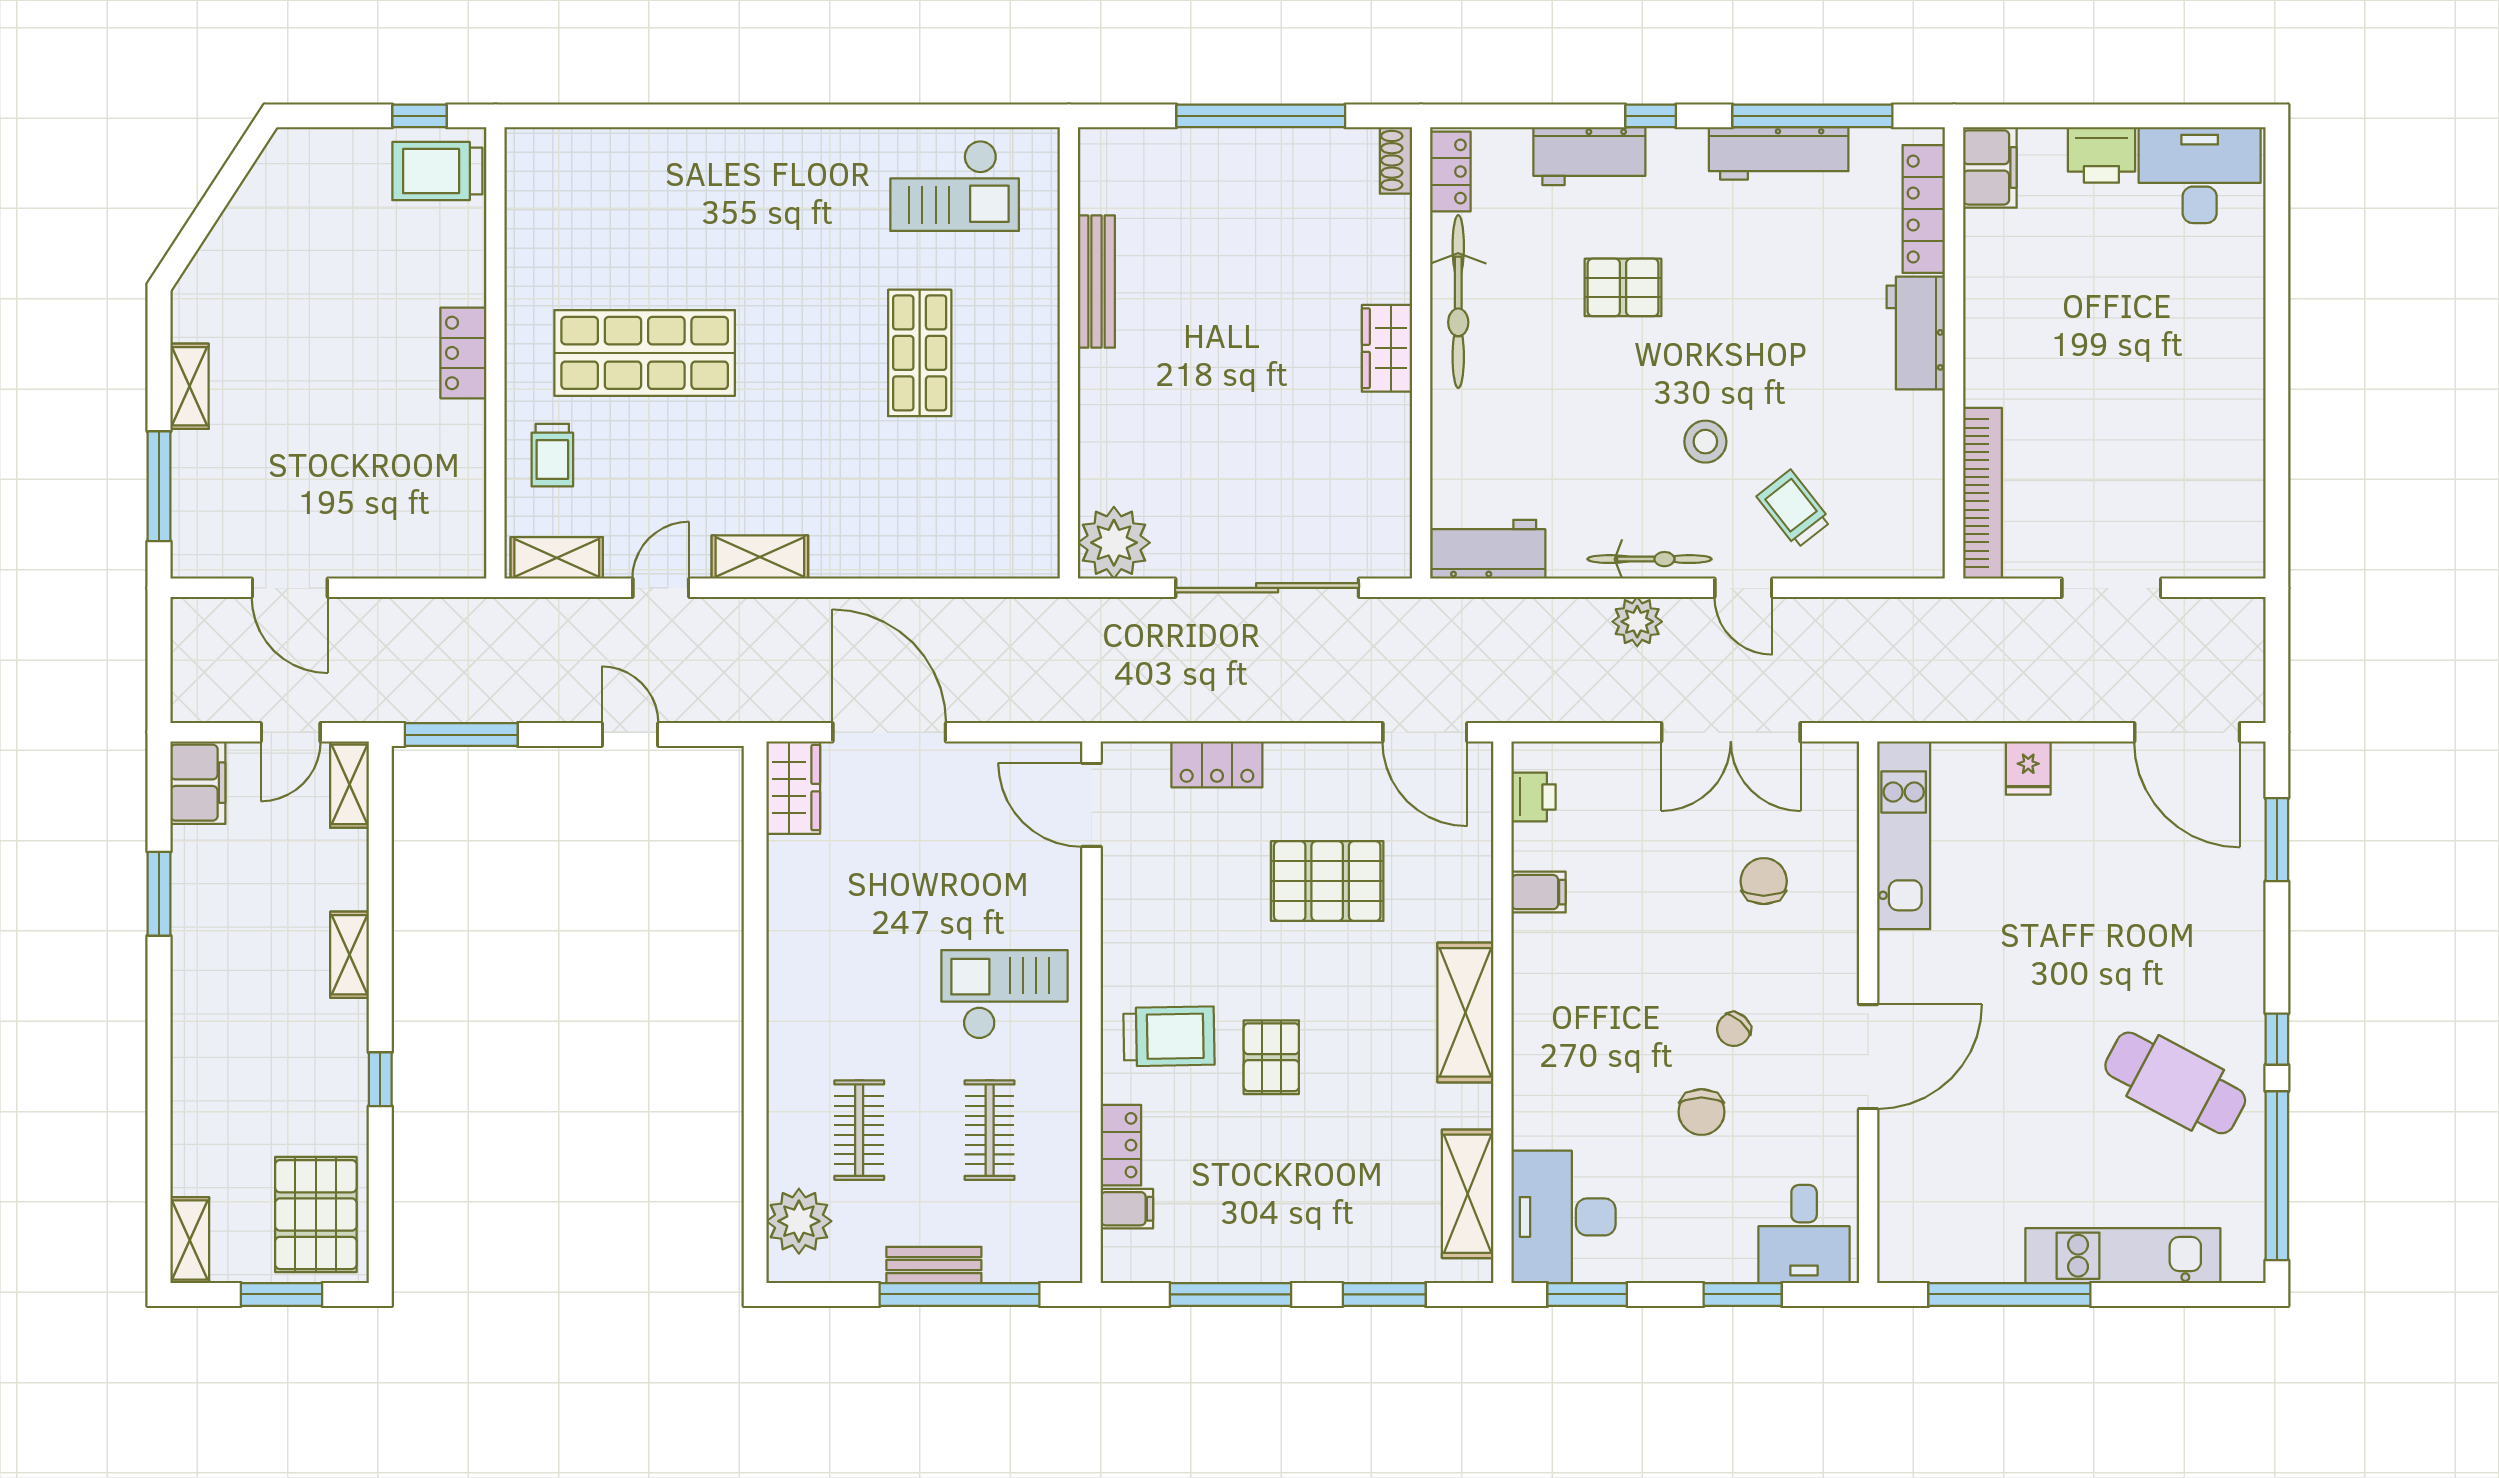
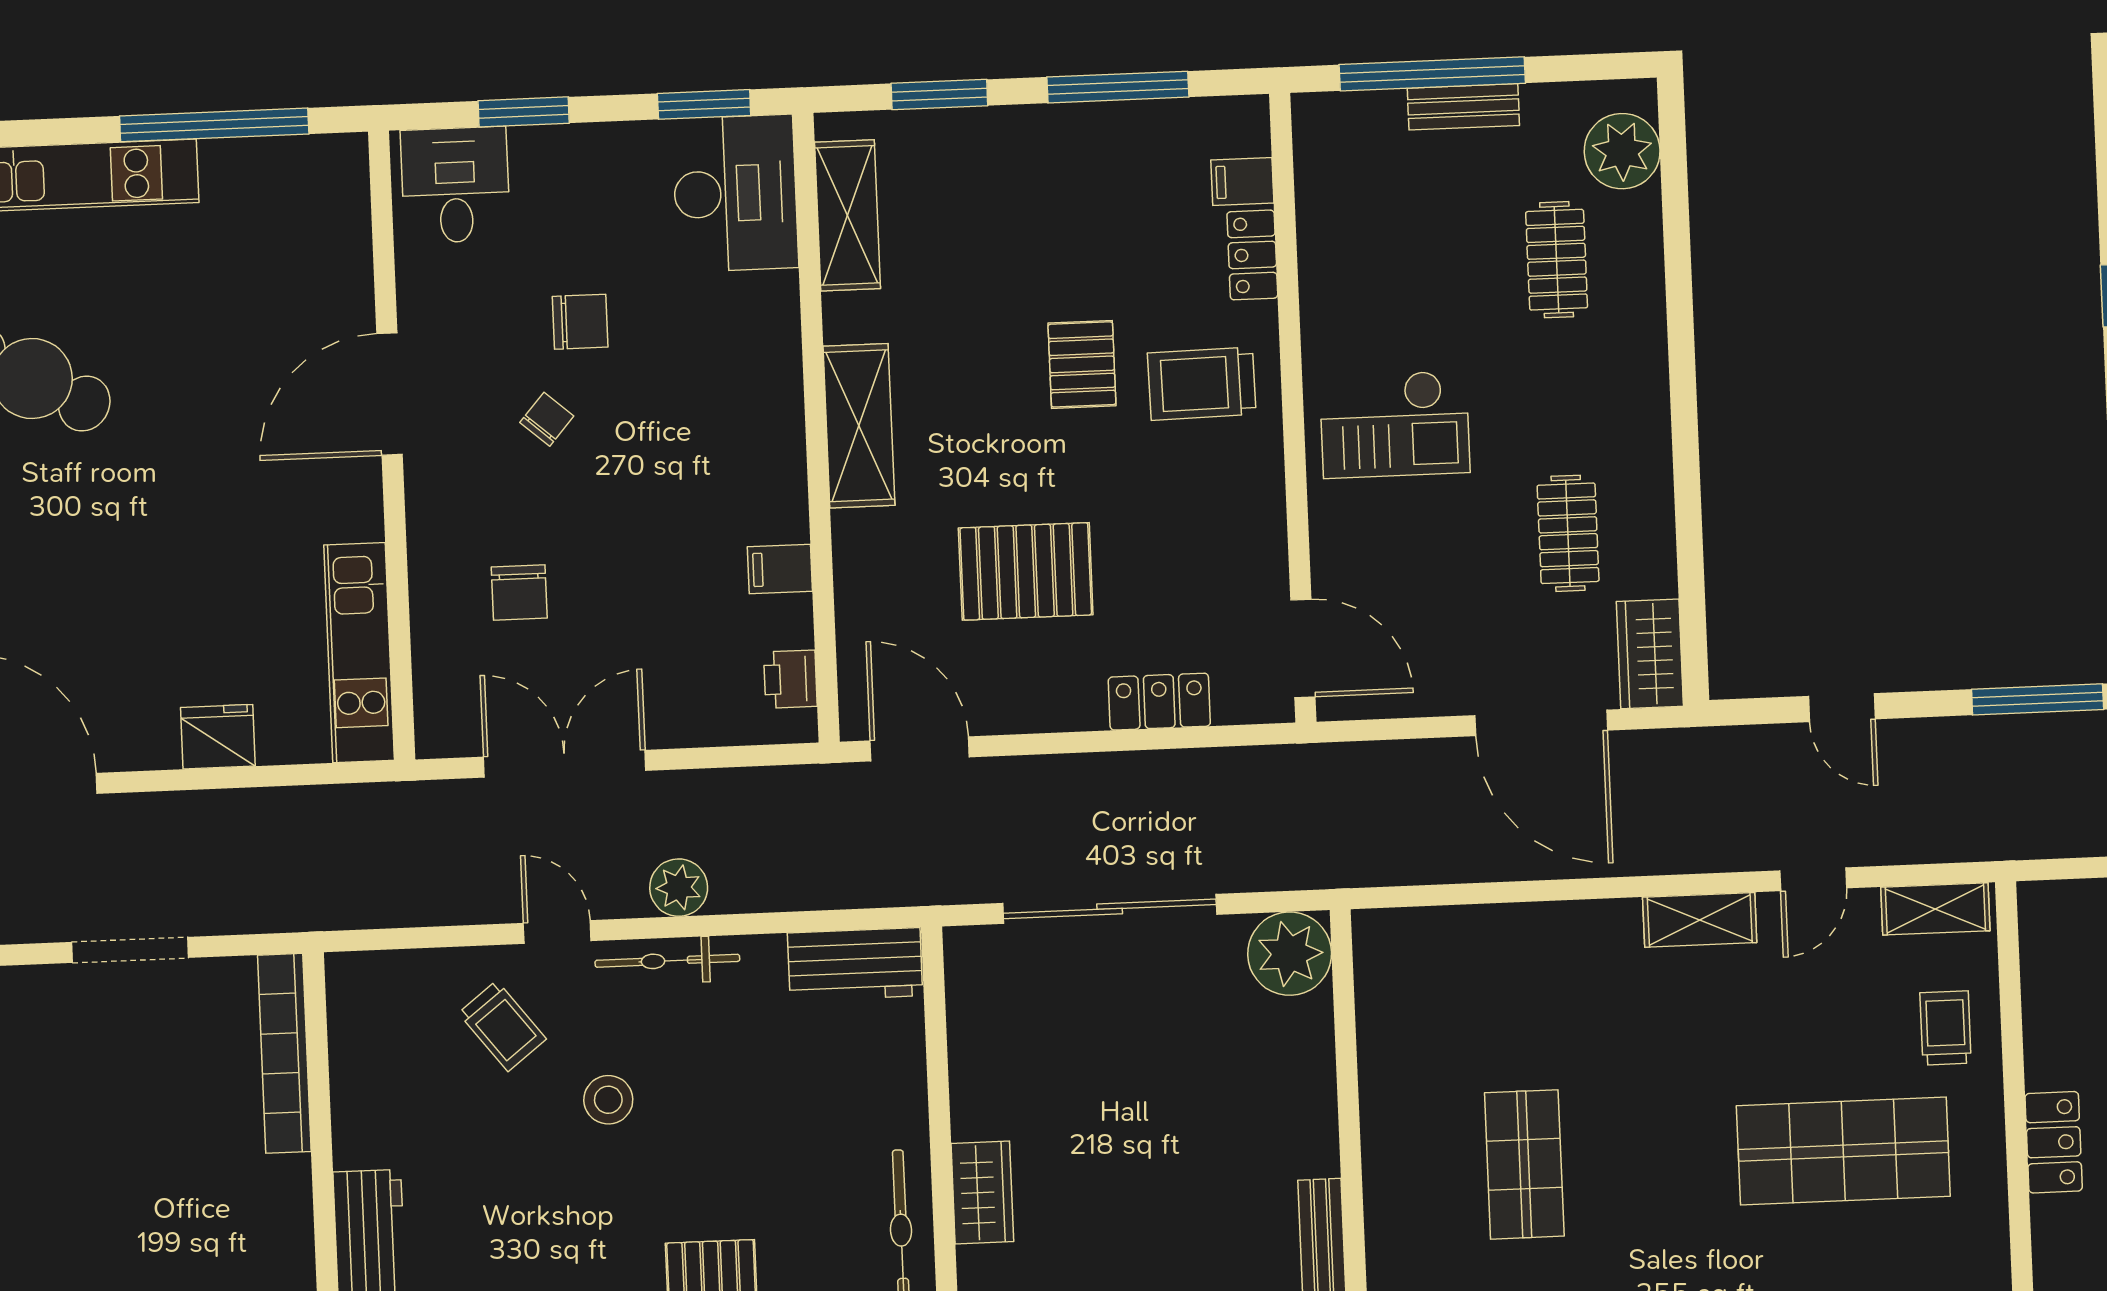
fridge: (2028, 768) -> (218, 737), width x1.38
chair: (1701, 1112) -> (580, 322), turned 90
clothes rail: (990, 1130) -> (1568, 533), moved

